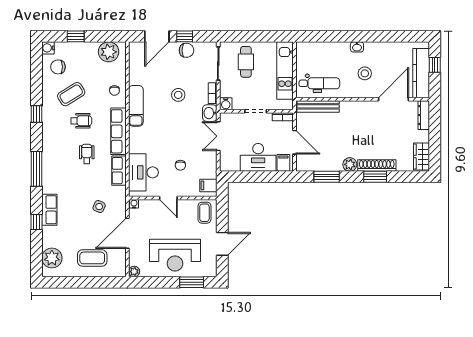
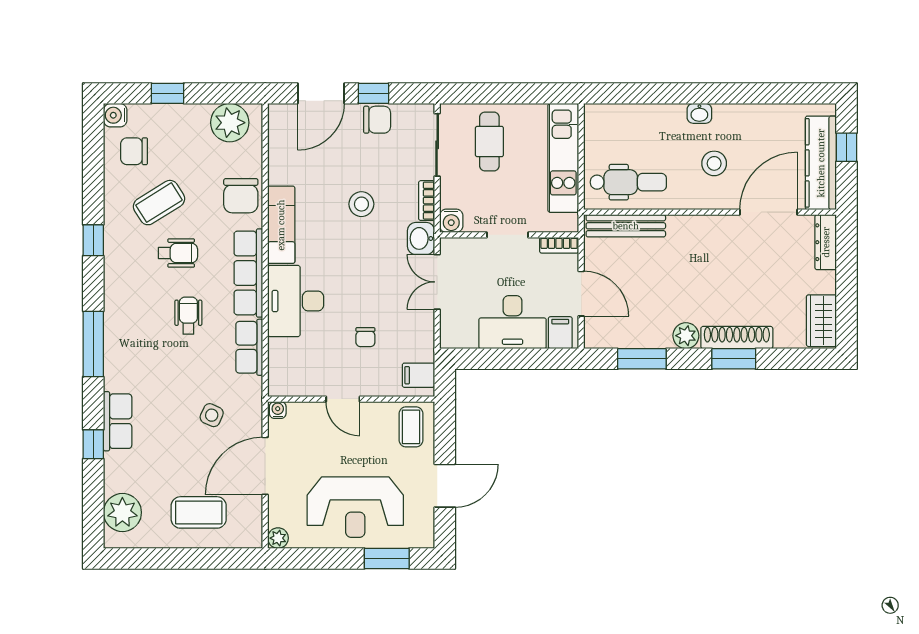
chair: (114, 90) -> (241, 196), width x1.87, depth x1.87
desk: (143, 172) -> (296, 301), moved

